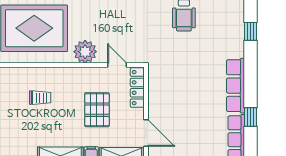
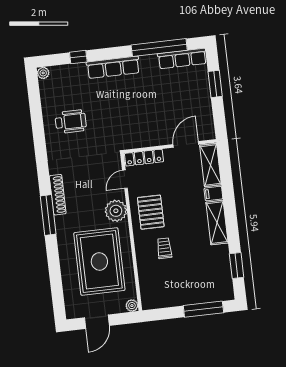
row of seats: (236, 86) -> (113, 67), moved
pallet: (97, 110) -> (151, 212), moved, turned 90
window: (250, 117) -> (159, 48), width x3.17

